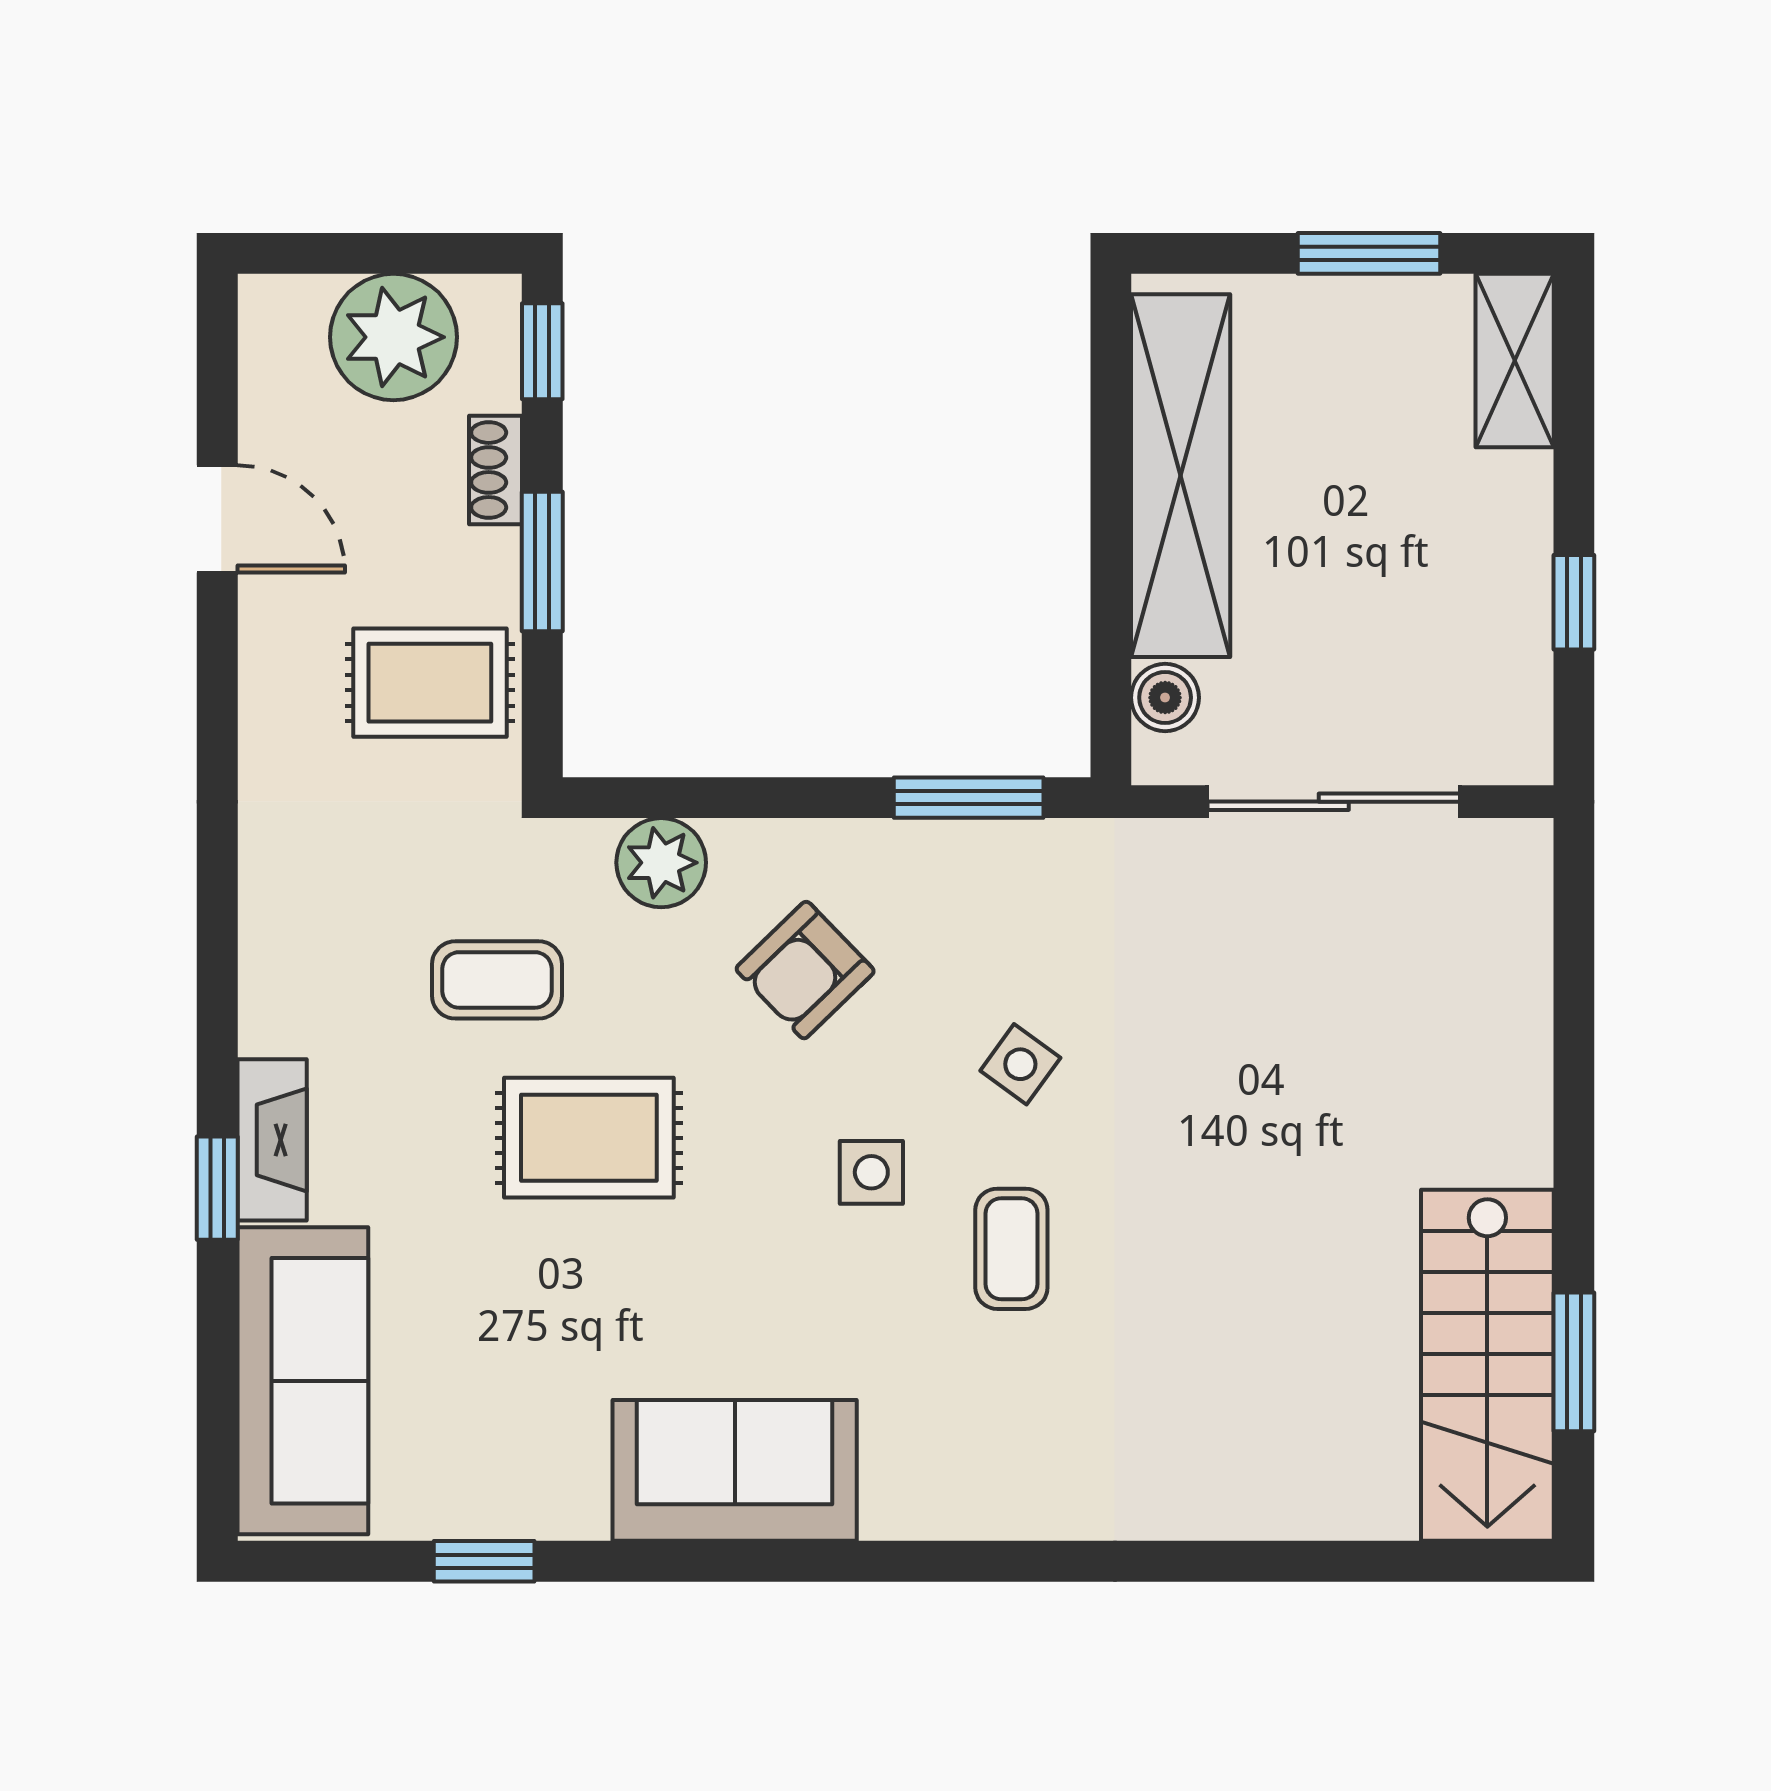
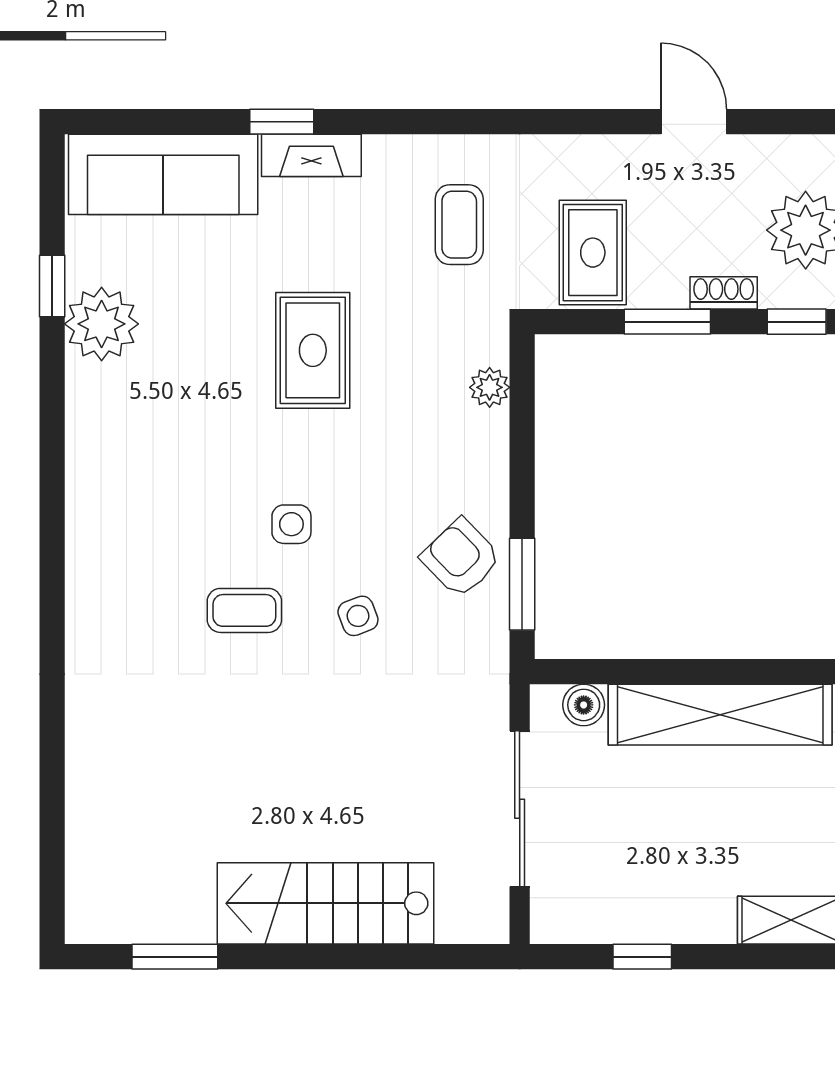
door: (217, 519) -> (694, 122), swing flipped
plant: (661, 863) -> (490, 387), width x0.73, depth x0.73
armchair: (805, 970) -> (461, 558), moved
coffee table: (497, 980) -> (459, 225), moved
side table: (1020, 1064) -> (358, 616), turned 33
stairs: (1487, 1365) -> (325, 903), moved
sofa: (735, 1470) -> (108, 440), removed
plant: (546, 1481) -> (102, 324), added

